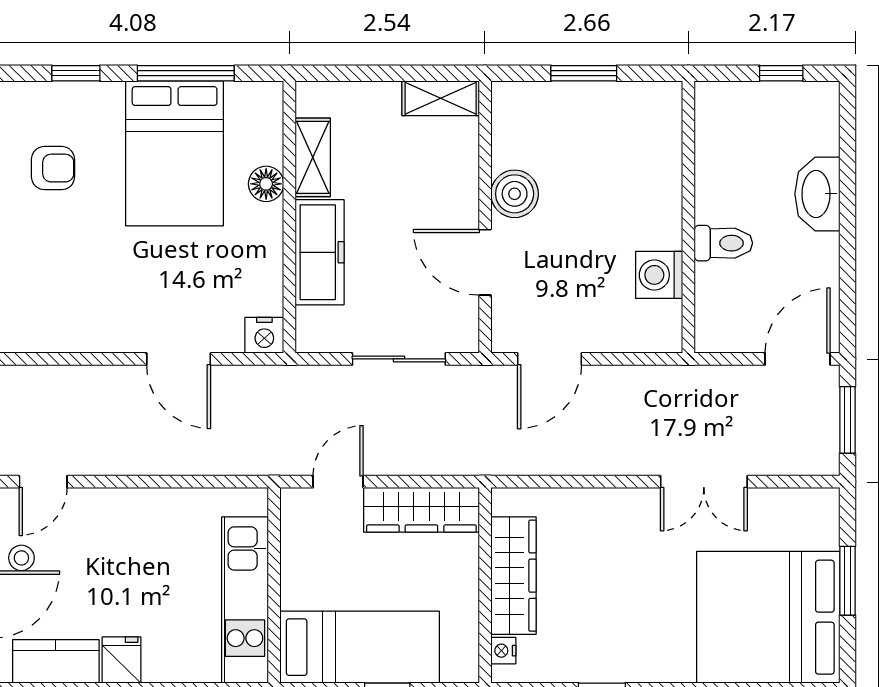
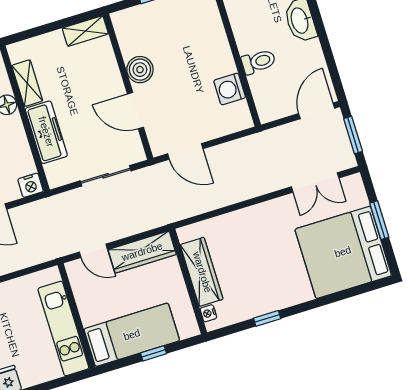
door: (550, 359) -> (185, 151), hinge flipped
door: (338, 482) -> (93, 251), swing flipped
double door: (704, 482) -> (315, 182), moved

